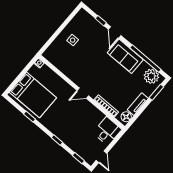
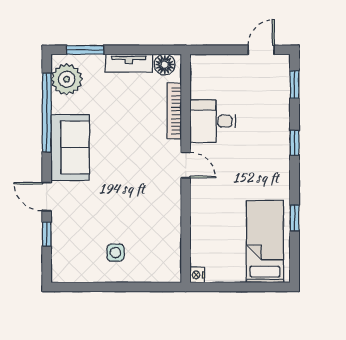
door: (115, 32) -> (47, 197), swing flipped
bed: (33, 95) -> (265, 242), width x0.67
desk: (107, 131) -> (213, 121), moved

